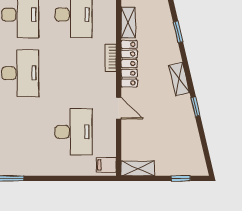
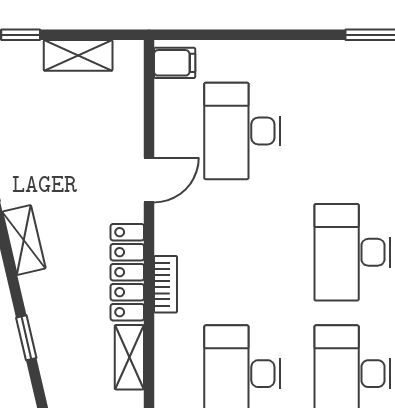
door: (119, 108) -> (149, 180), swing flipped
shelving: (138, 168) -> (78, 55), moved

